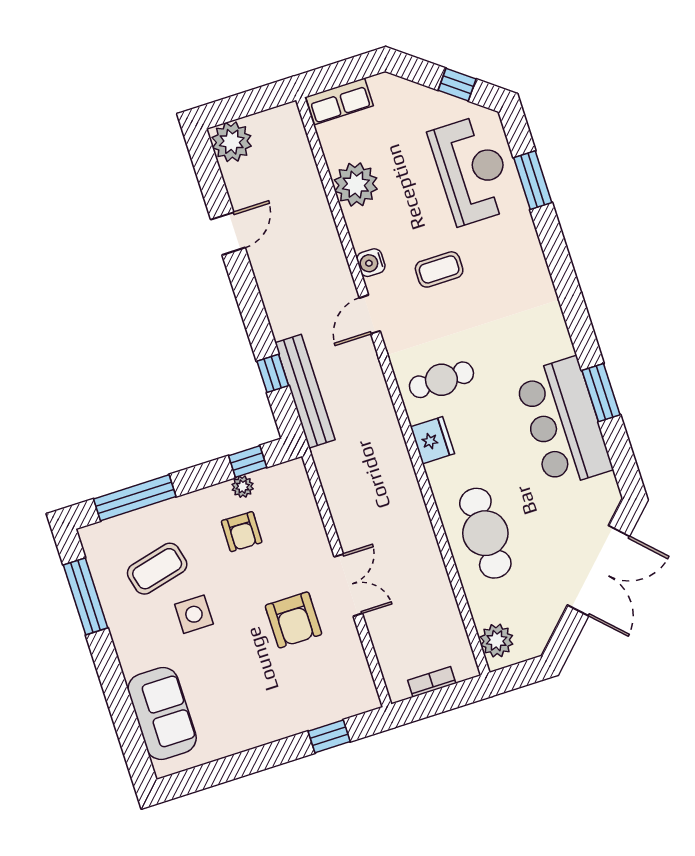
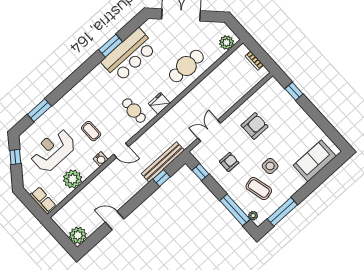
reception desk: (472, 170) -> (53, 150), moved
plant: (243, 487) -> (253, 216), moved
double door: (348, 585) -> (209, 131), moved

